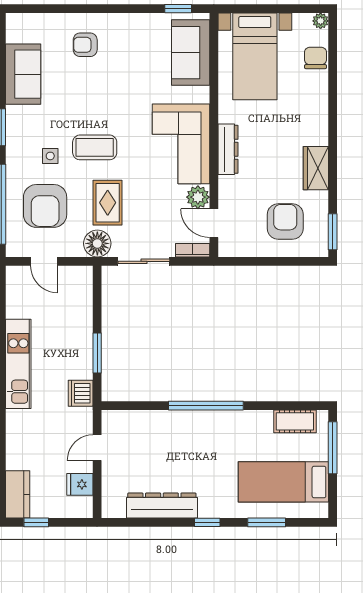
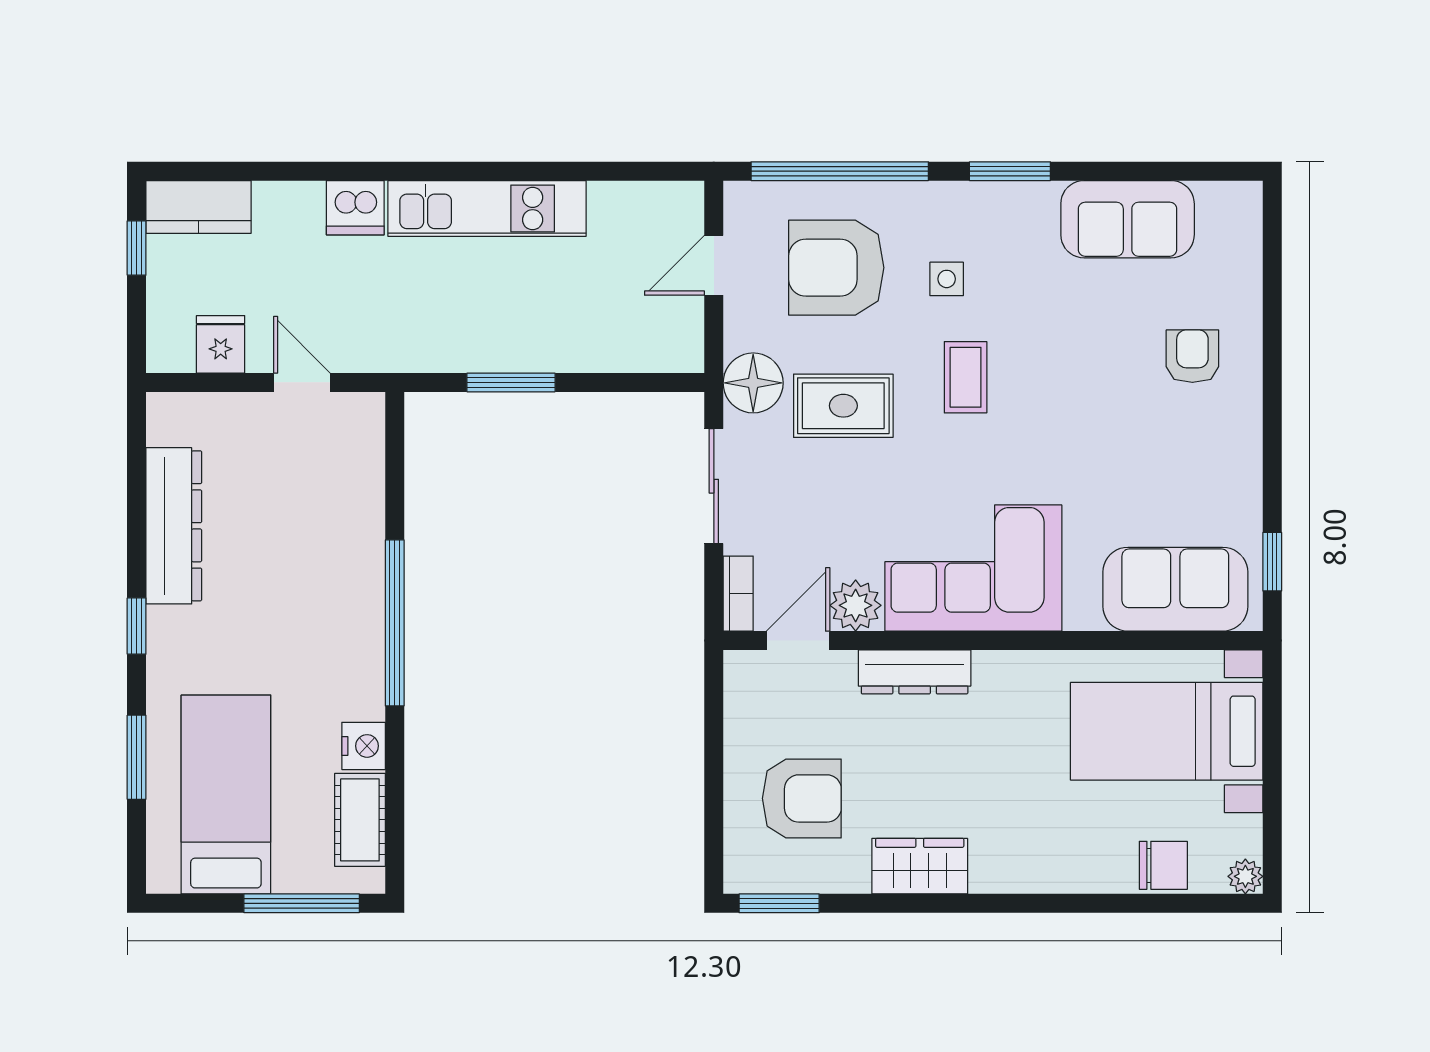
coffee table: (95, 147) -> (966, 377), width x0.73, depth x0.77
dresser: (228, 149) -> (915, 672), moved
dishwasher: (81, 393) -> (355, 208), moved, turned 180
nightstand: (261, 420) -> (364, 746), added

